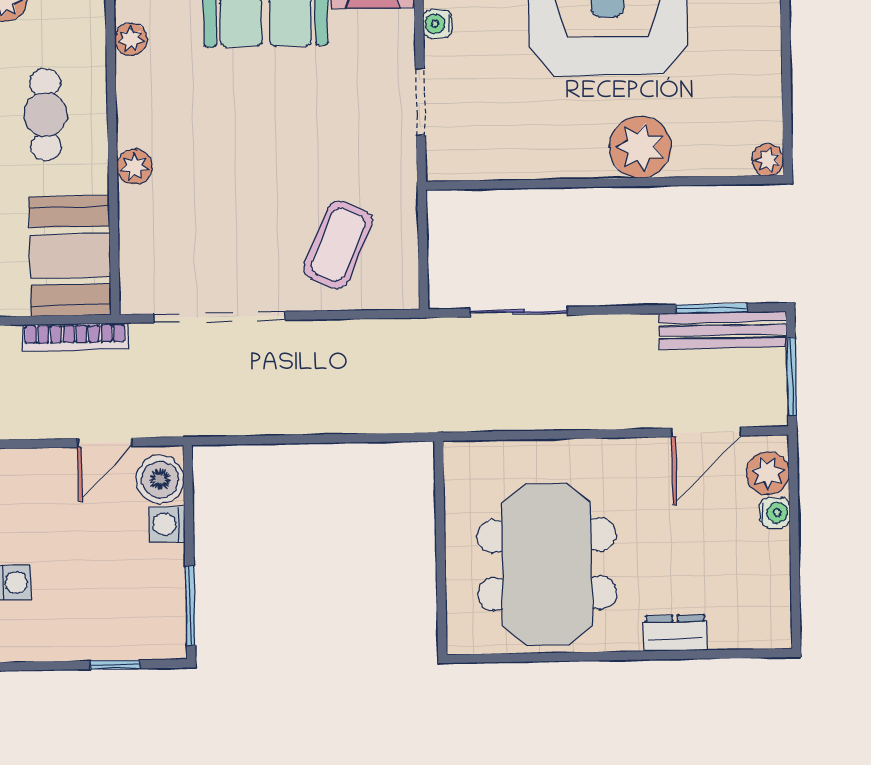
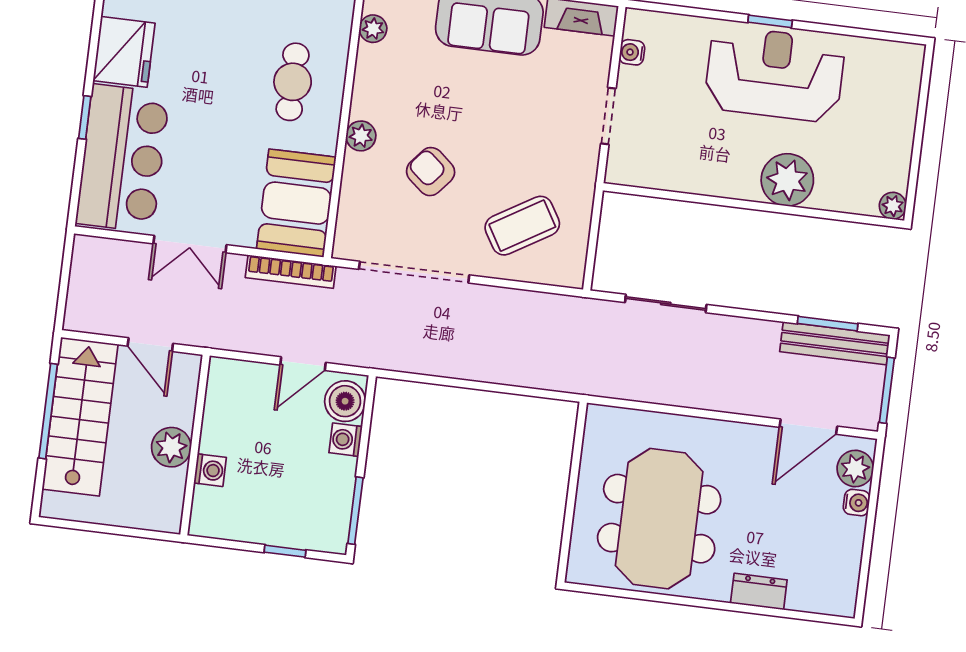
armchair: (222, 197) -> (431, 172), added
coffee table: (338, 245) -> (522, 226), turned 35

